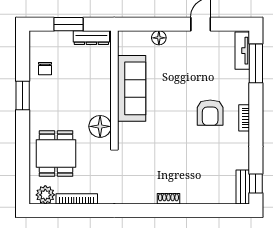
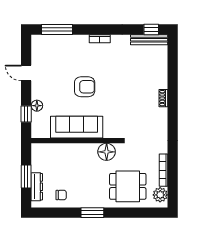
window: (148, 24) -> (26, 114), added
dresser: (91, 38) -> (37, 187), moved
tv unit: (242, 51) -> (47, 40), removed
window: (23, 96) -> (92, 213), moved
armchair: (210, 113) -> (85, 87), moved
bench: (243, 187) -> (149, 40), width x1.36

